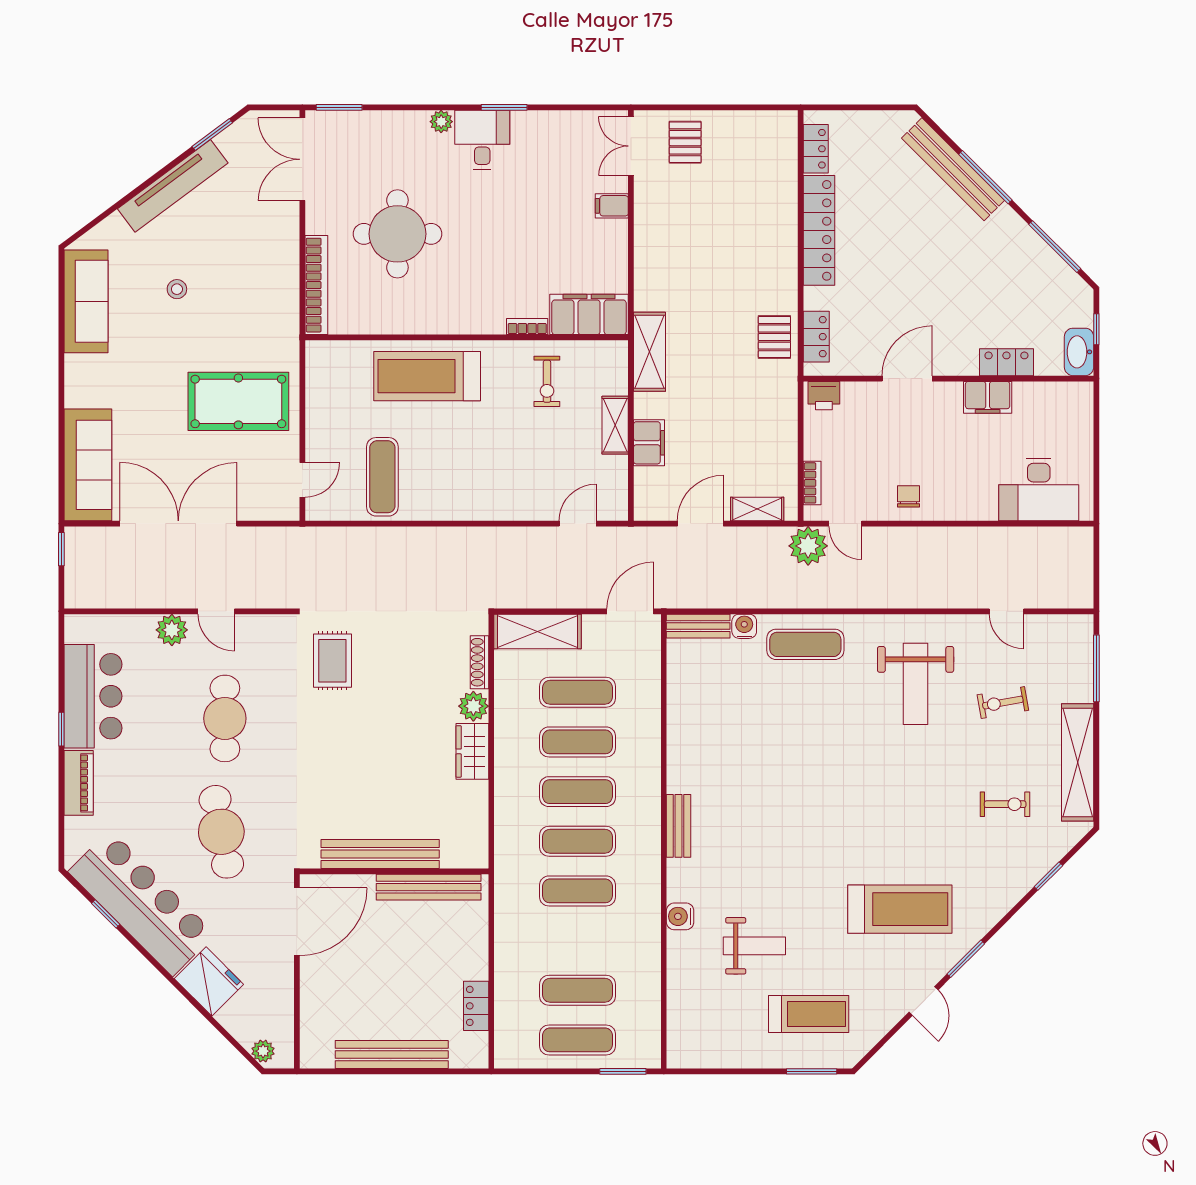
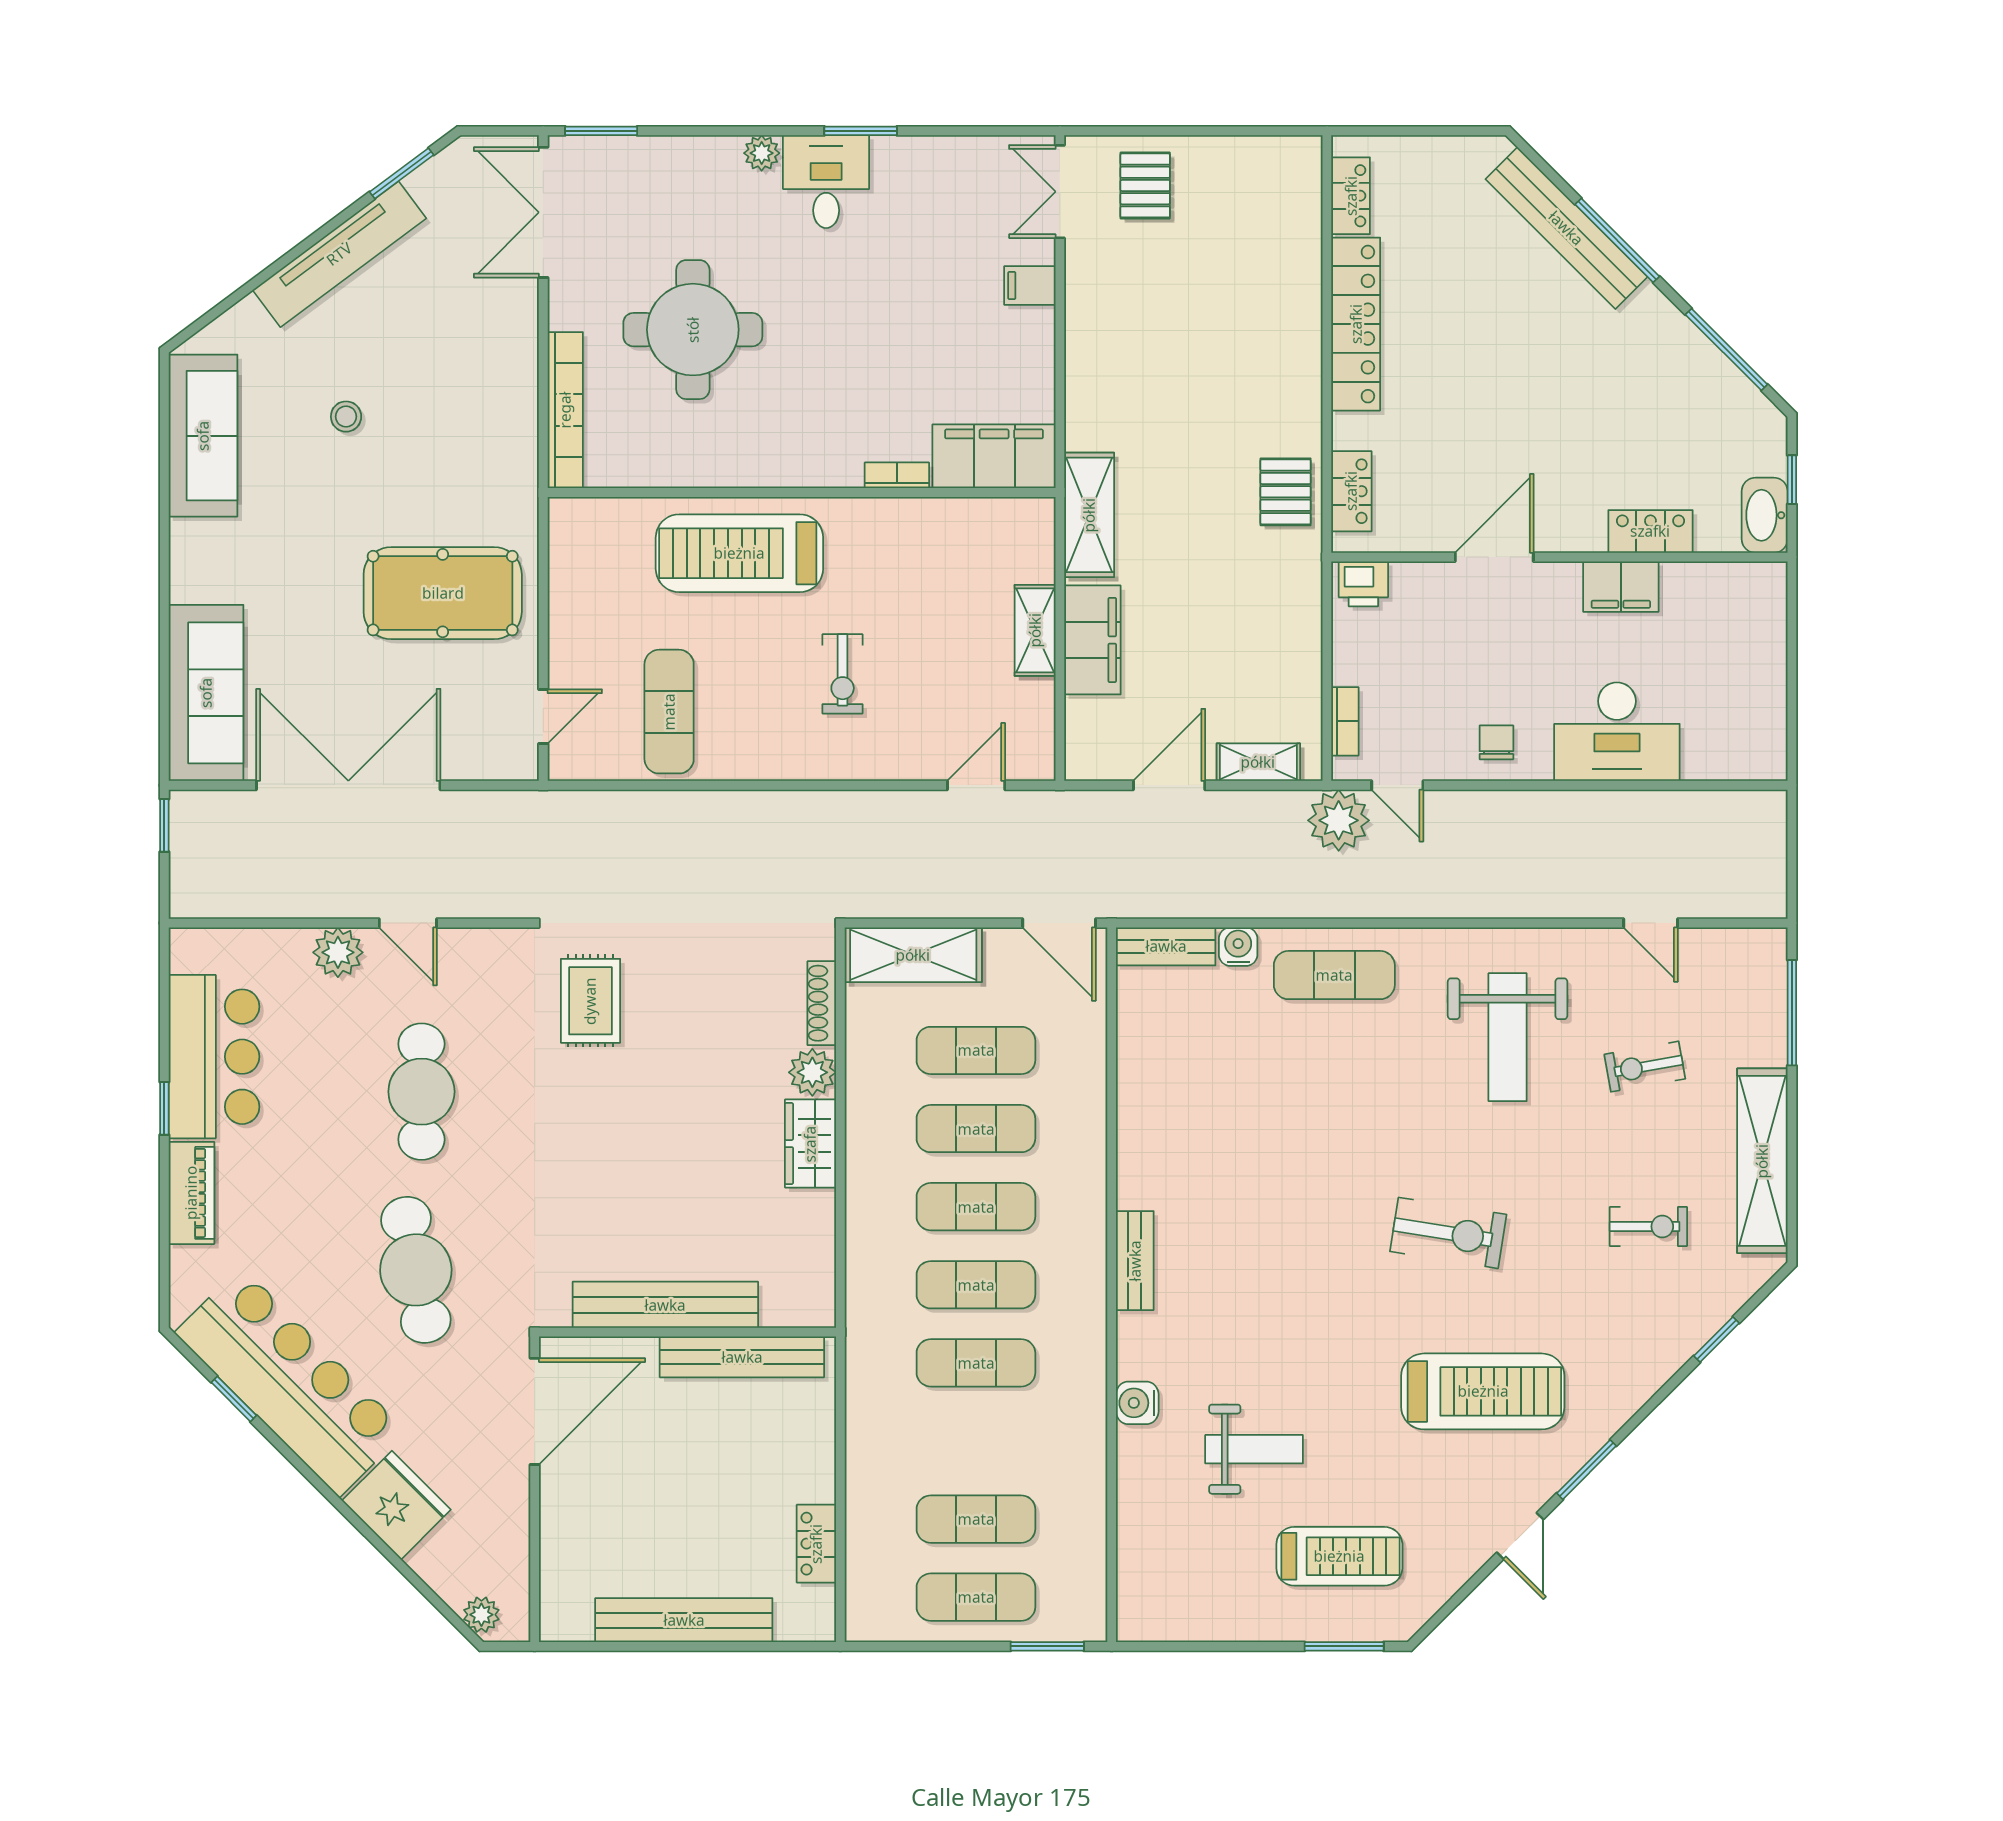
exercise bike: (547, 381) -> (843, 674), moved
filing cabinet: (649, 443) -> (1092, 640), width x1.50, depth x1.17
desk: (1039, 490) -> (1617, 732), moved
door: (630, 611) -> (1059, 923), swing flipped
exercise bike: (878, 808) -> (1448, 1233), added

